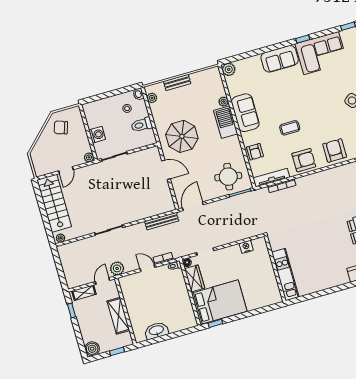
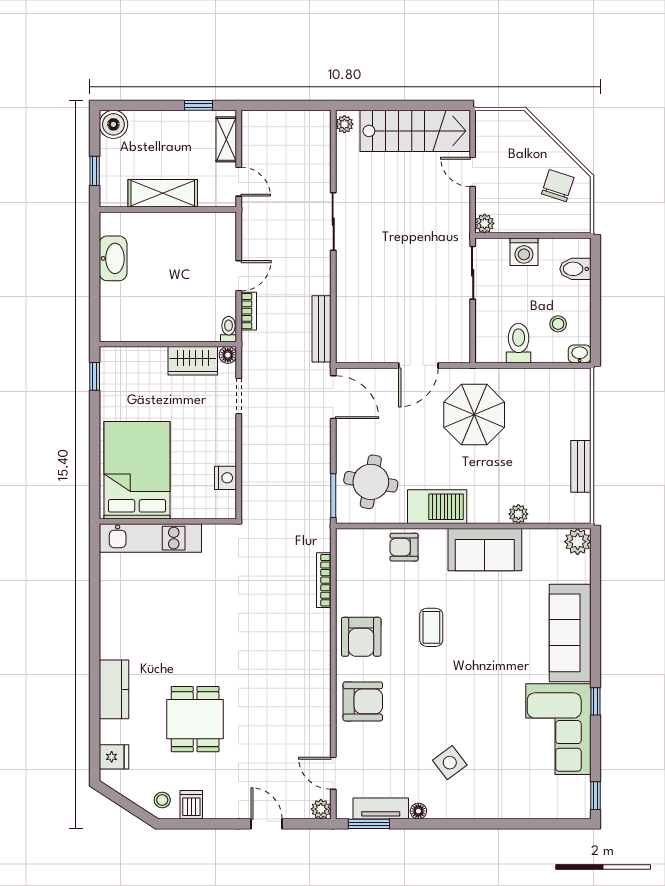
sofa: (280, 59) -> (570, 633), width x1.36
bench: (177, 82) -> (581, 466), moved
plant: (152, 98) -> (565, 378), removed
bidet: (98, 108) -> (575, 269), added
barbecue: (226, 122) -> (437, 507), moved
tv unit: (271, 178) -> (345, 564), removed
plant: (117, 268) -> (255, 217), removed
bed: (219, 302) -> (137, 470), moved, turned 180

